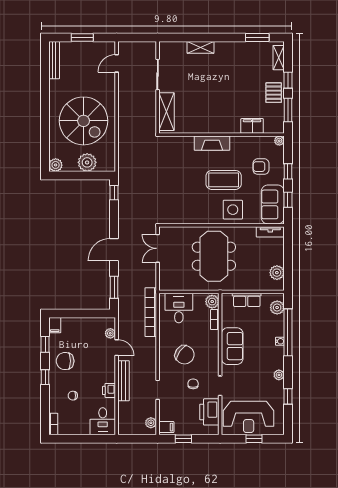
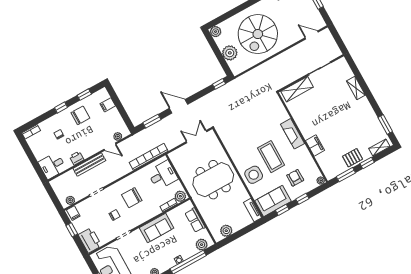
filing cabinet: (252, 126) -> (315, 146), moved
filing cabinet: (55, 325) -> (108, 105), moved
door: (117, 348) -> (110, 147), hinge flipped
chair: (185, 355) -> (132, 198), turned 55
chair: (65, 361) -> (80, 115), turned 90
printer: (209, 412) -> (90, 240), moved, turned 90

